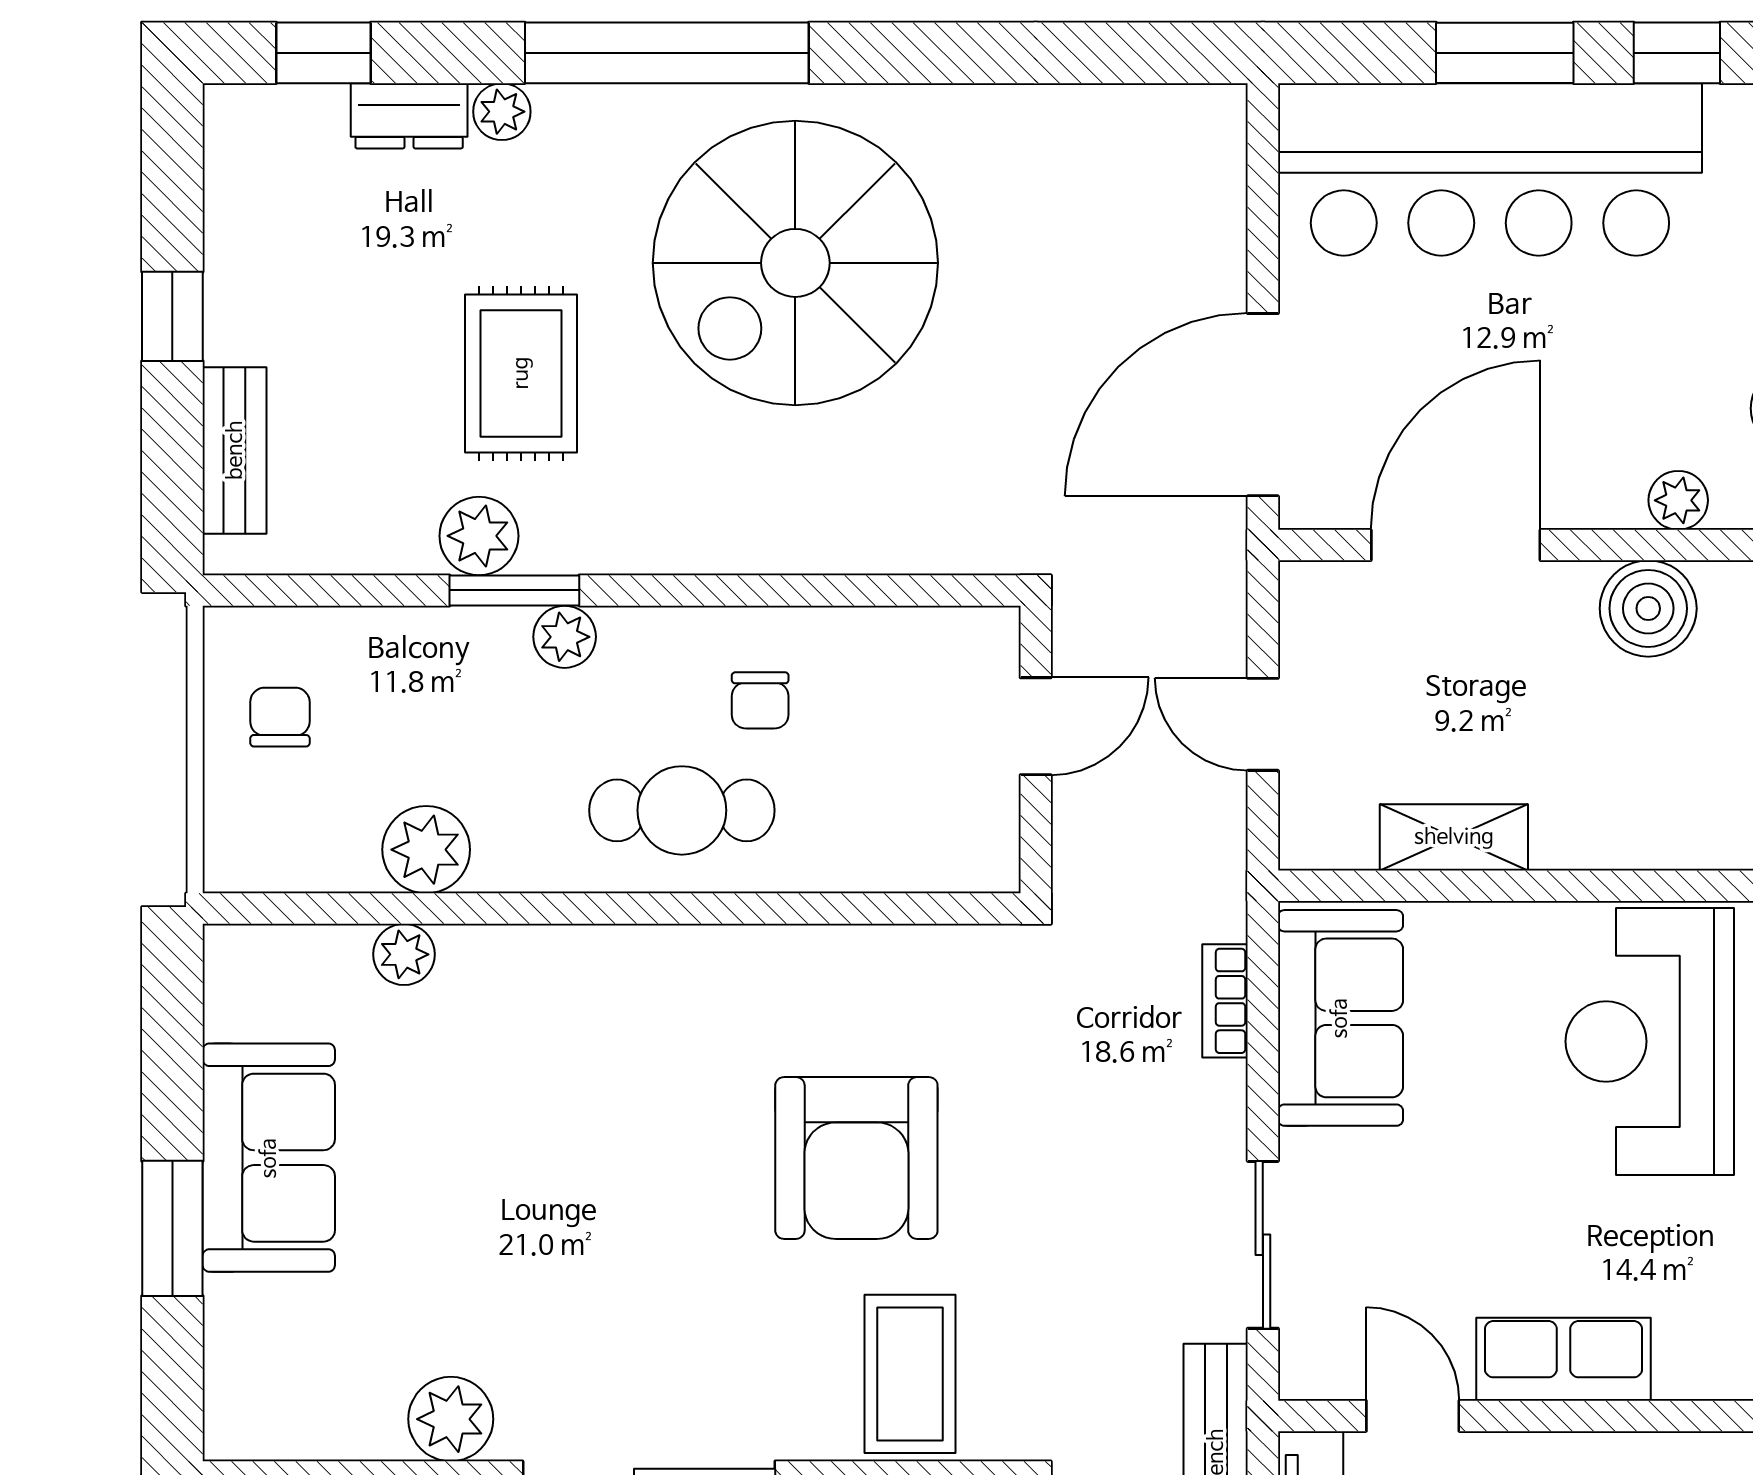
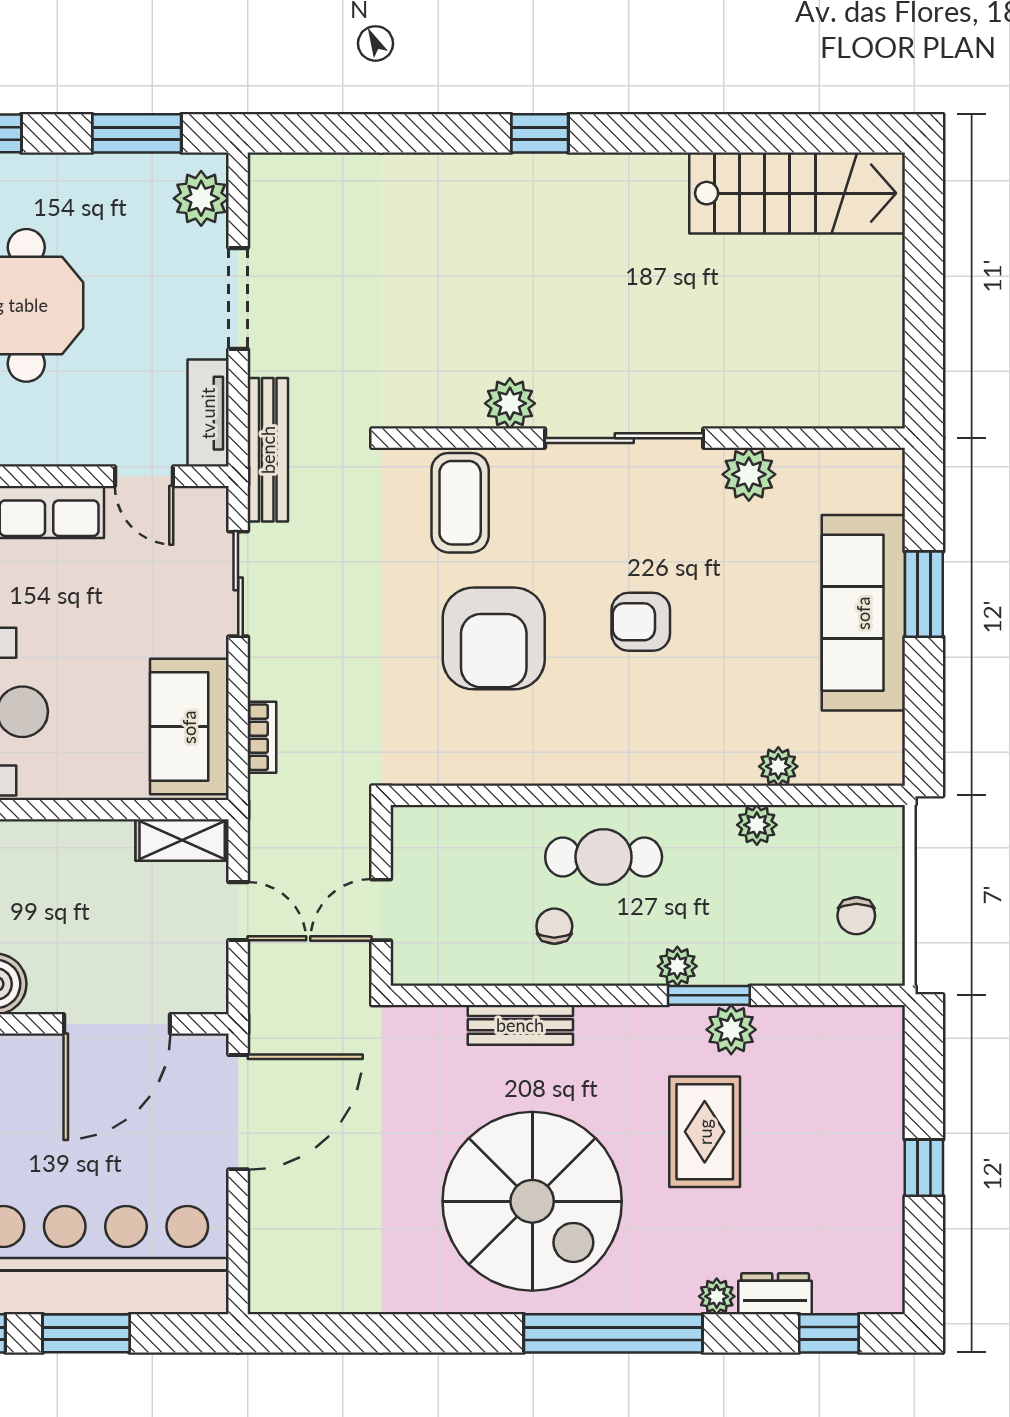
spiral stairs: (795, 263) -> (532, 1201), turned 90
bench: (235, 450) -> (520, 1025), moved, turned 90
shelving: (1454, 837) -> (182, 840), moved
plant: (426, 850) -> (757, 825), width x0.73, depth x0.73
sofa: (269, 1158) -> (863, 613), width x1.36
armchair: (856, 1158) -> (494, 638), turned 180
armchair: (623, 1184) -> (641, 622), added

